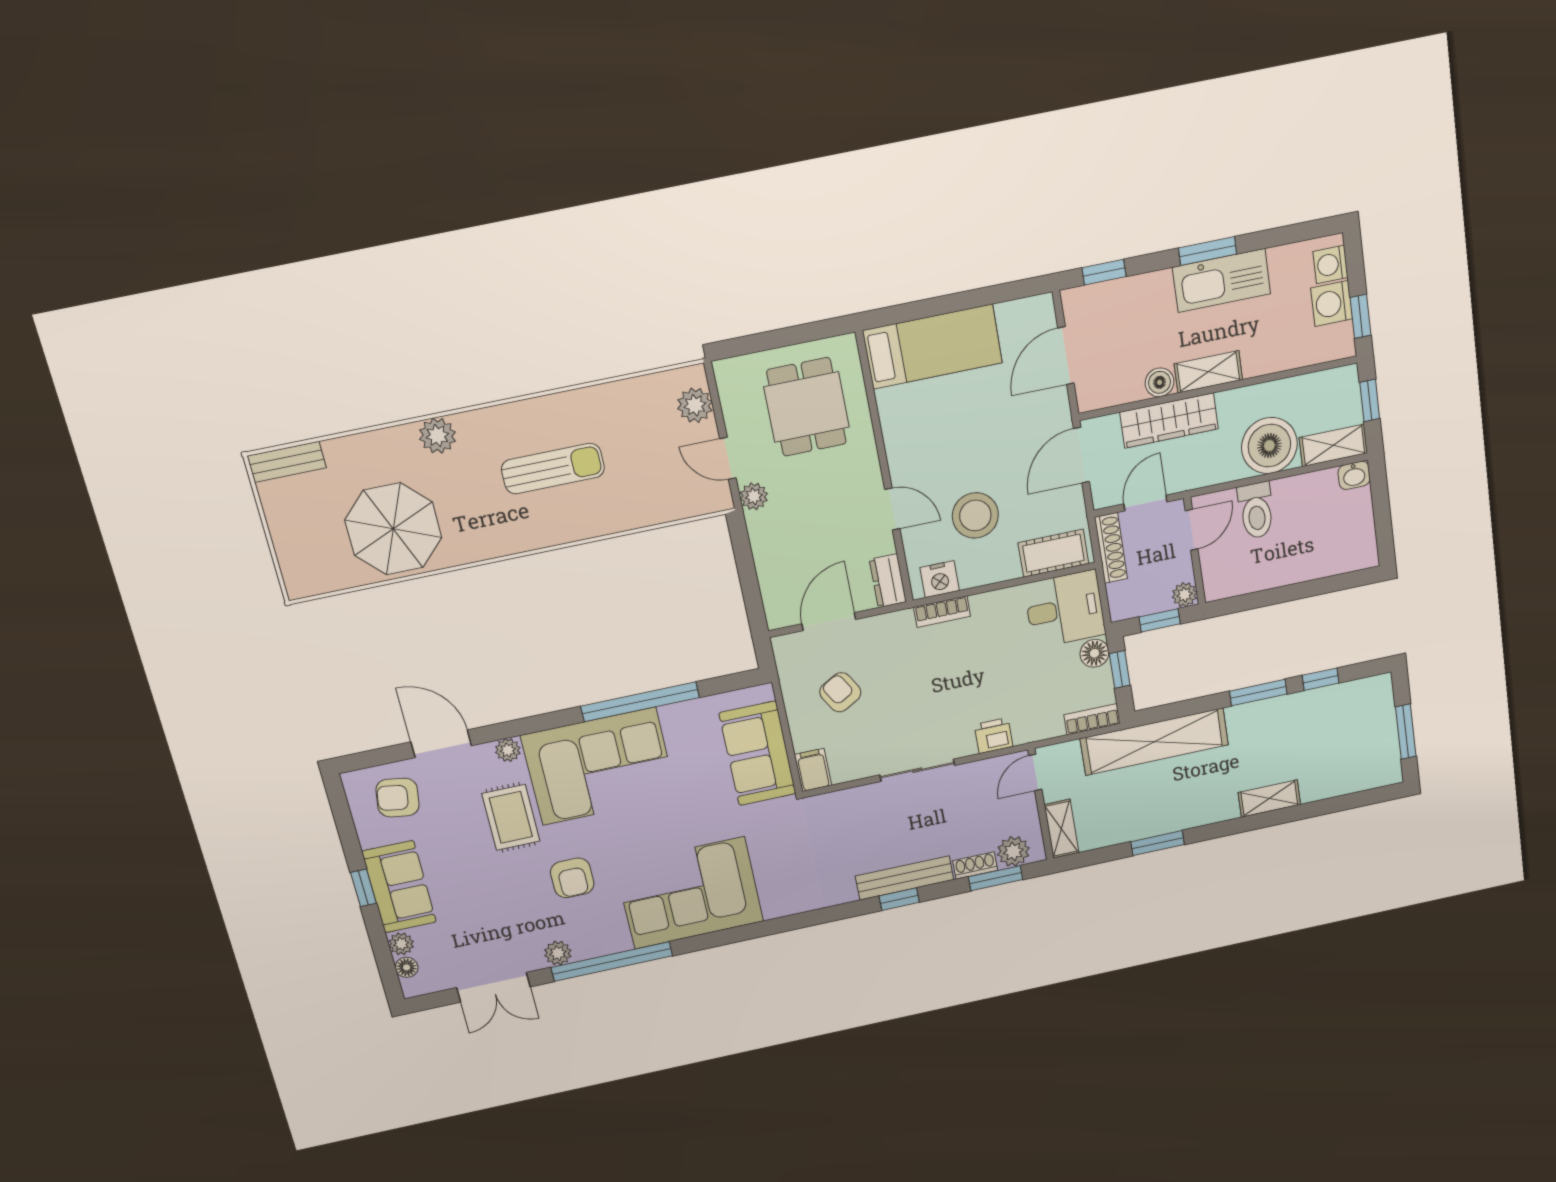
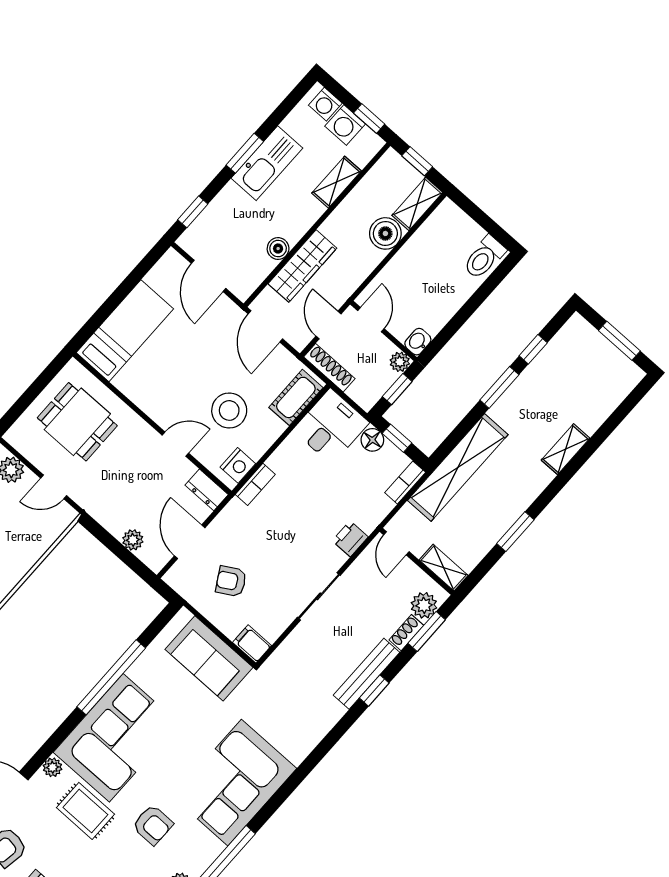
shelving: (1208, 372) -> (337, 182), moved
boiler: (1269, 446) -> (385, 233), width x0.73, depth x0.73
washbasin: (1354, 475) -> (418, 342), moved, turned 180
plant: (754, 496) -> (133, 540), moved
toilet: (1256, 510) -> (484, 257), moved, turned 90

